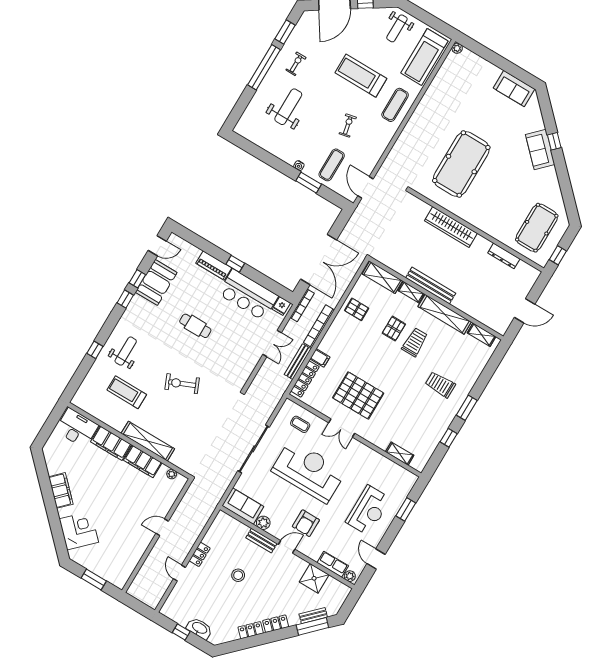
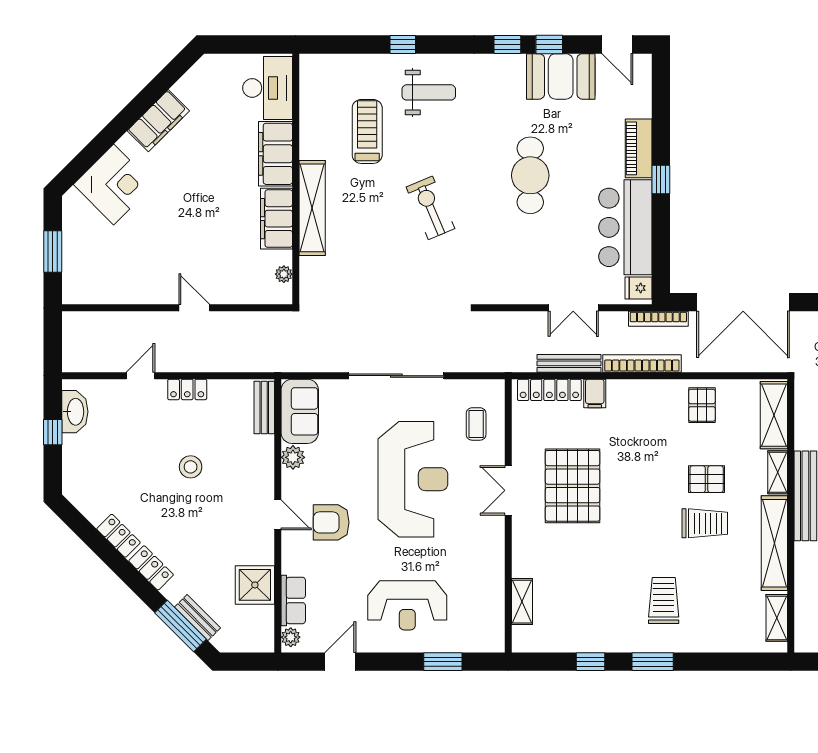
cafe table: (195, 326) -> (530, 175), width x1.37, depth x1.35
bench: (261, 541) -> (264, 408), moved
washbasin: (199, 628) -> (75, 412), moved

